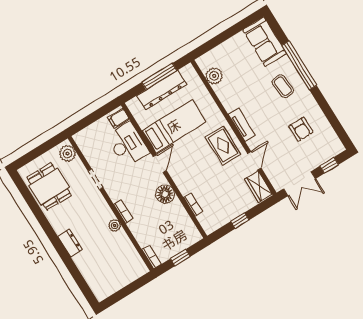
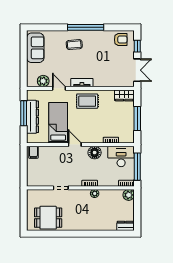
sofa: (265, 42) -> (35, 48), moved, turned -90
window: (299, 65) -> (86, 27), moved
armchair: (301, 129) -> (121, 40), moved
desk: (128, 144) -> (121, 156), moved
plant: (67, 153) -> (129, 195), moved
door: (254, 161) -> (59, 88), moved
window: (240, 221) -> (137, 118), width x2.17
dresser: (70, 243) -> (125, 226), moved
window: (180, 258) -> (137, 167), width x2.17

